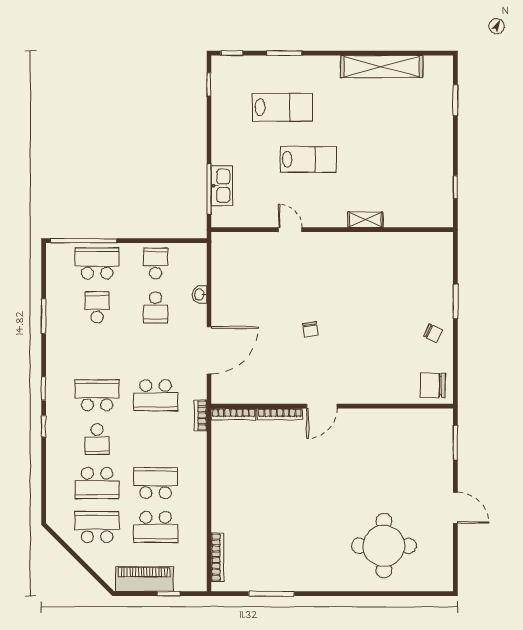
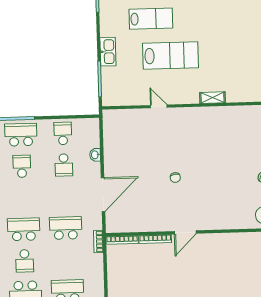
lab bench: (309, 159) -> (170, 56), width x1.36, depth x1.39
kitchen sink: (222, 186) -> (108, 52), moved
school desk: (156, 395) -> (66, 228), turned 180

